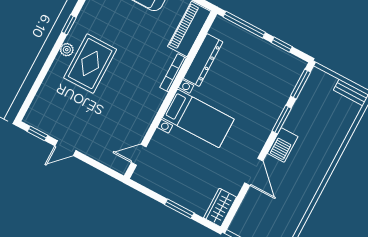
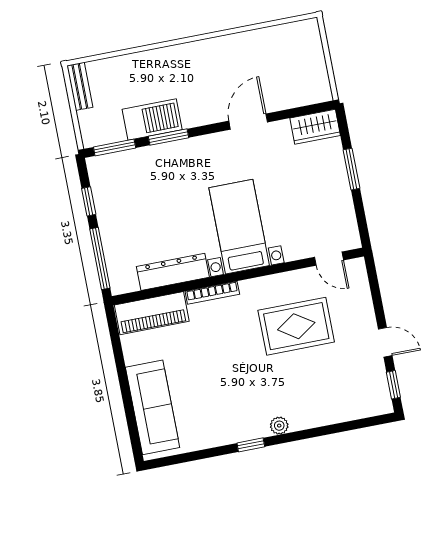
rug: (90, 64) -> (296, 326), moved
barbecue: (283, 145) -> (152, 119), moved, width x1.37, depth x1.21

